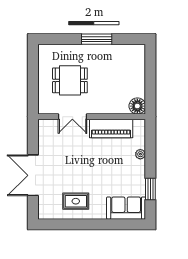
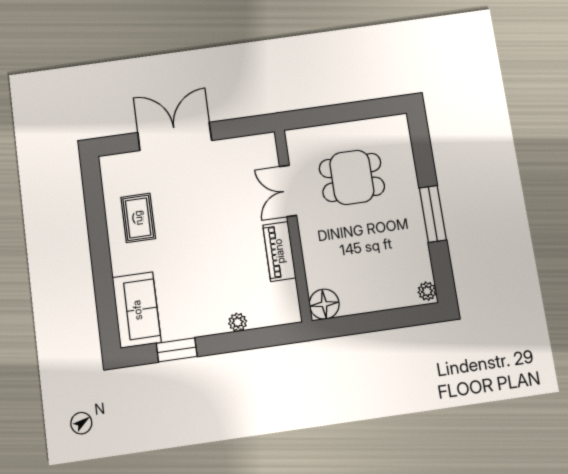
plant: (138, 49) -> (427, 291), added
dining table: (70, 80) -> (352, 177), turned 90
piano: (111, 129) -> (279, 251), width x0.73, depth x0.75

